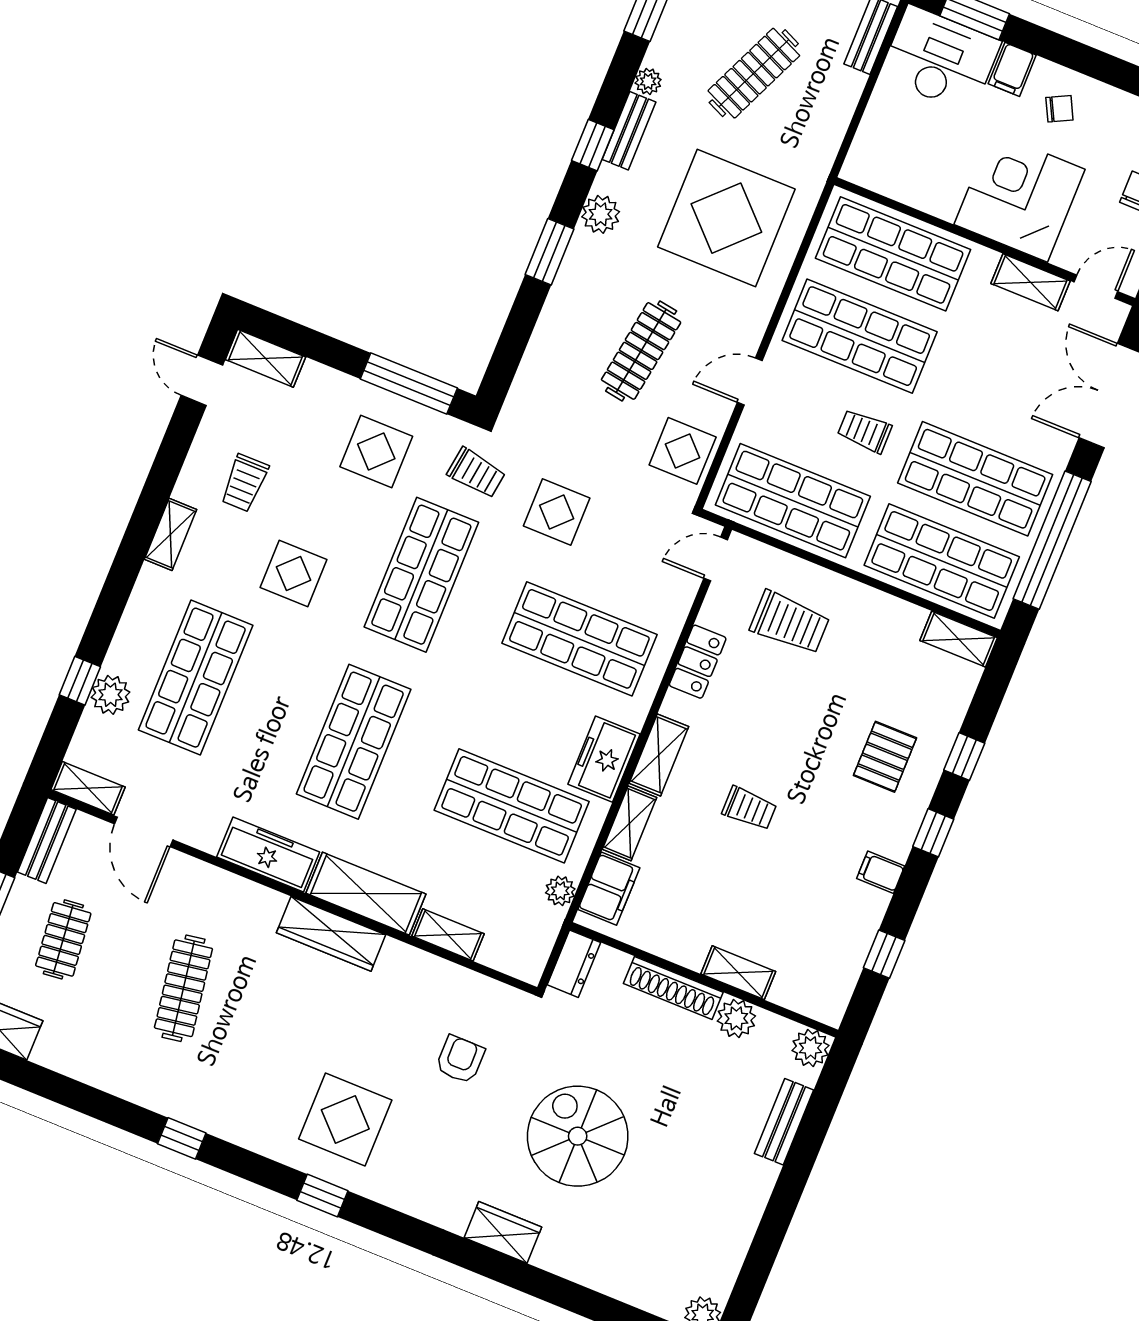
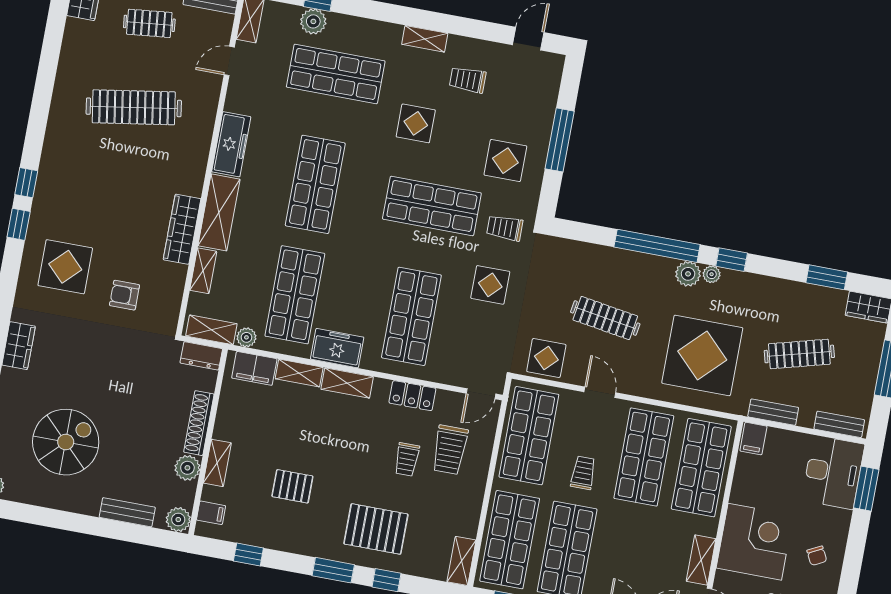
filing cabinet: (1012, 69) -> (753, 439), moved, turned -90
clothes rail: (754, 73) -> (799, 354), turned -39
plant: (648, 81) -> (712, 274), moved
bench: (629, 131) -> (773, 412), moved
window: (549, 252) -> (657, 246), width x2.11
shelving: (265, 358) -> (211, 330), moved, turned 90
window: (409, 384) -> (560, 140), moved
trolley: (476, 473) -> (505, 228), turned 82
door: (716, 559) -> (481, 394), swing flipped
shop shelf: (354, 742) -> (315, 184), turned 90
pallet: (885, 757) -> (376, 529), width x1.50, depth x1.42
trolley: (749, 808) -> (407, 459), moved
door: (144, 832) -> (229, 61), width x0.73
window: (933, 833) -> (333, 570), width x1.50
pallet: (796, 868) -> (292, 486), added
filing cabinet: (881, 872) -> (211, 513), moved, turned 90
wardrobe: (331, 934) -> (182, 229), moved
clothes rail: (183, 988) -> (134, 107), width x1.37, depth x1.31
armchair: (460, 1059) -> (124, 295), turned 180
display table: (345, 1119) -> (65, 267), moved
spiral stairs: (578, 1136) -> (66, 442), moved
window: (182, 1138) -> (26, 183), moved

